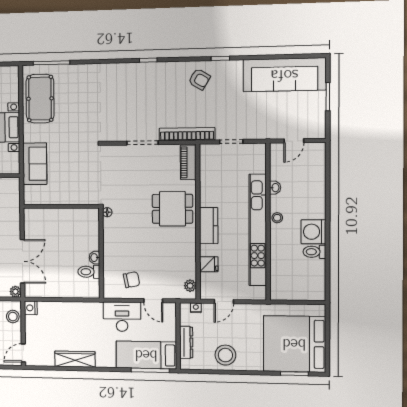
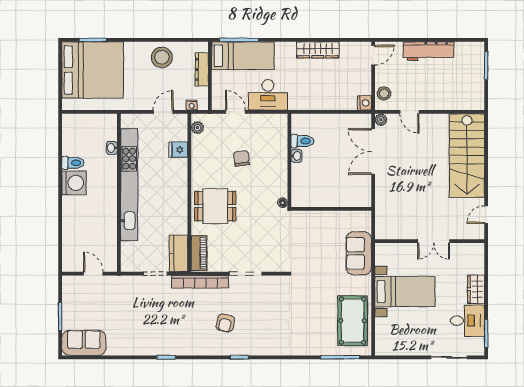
sofa: (284, 75) -> (84, 343), width x0.54, depth x0.79
armchair: (199, 79) -> (225, 323), moved, turned -107
door: (294, 141) -> (93, 274), hinge flipped
washbasin: (275, 188) -> (112, 148), moved
stool: (277, 218) -> (110, 197), removed
kitchen counter: (209, 226) -> (178, 253), moved
chair: (131, 280) -> (242, 158), moved, turned 94

